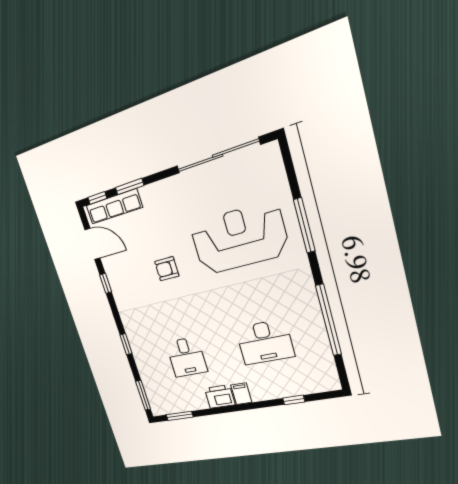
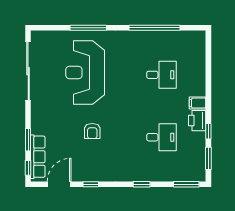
desk: (265, 342) -> (161, 75), width x0.73
window: (294, 400) -> (208, 131), moved

